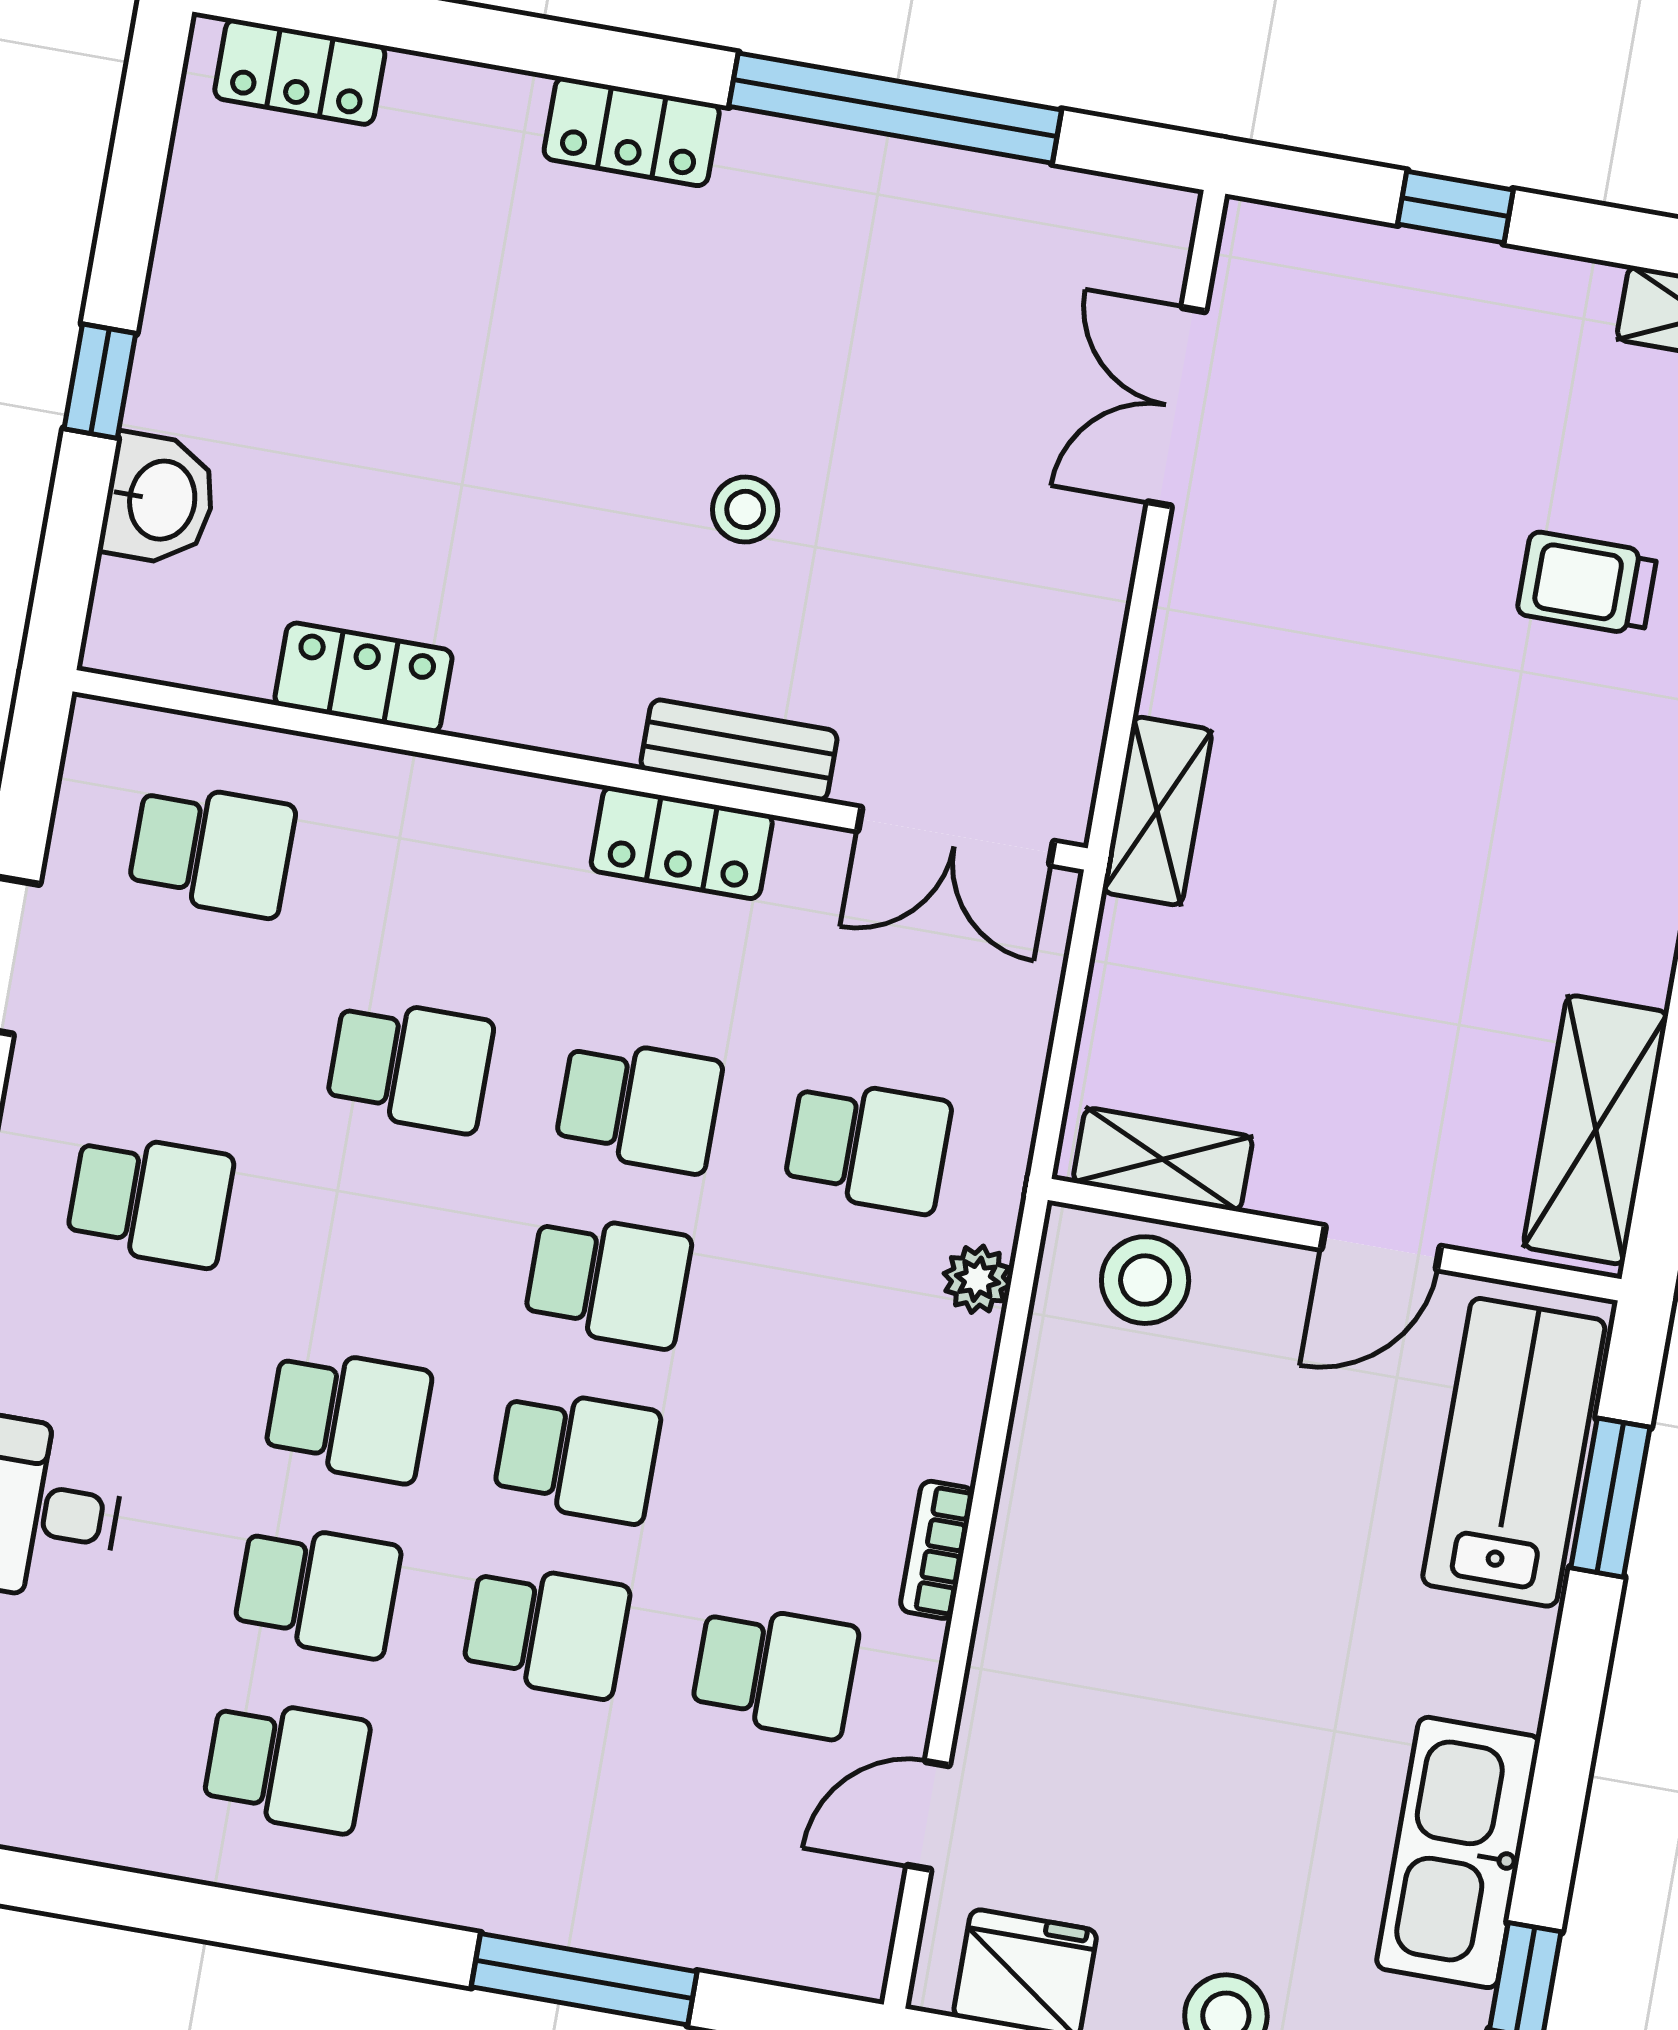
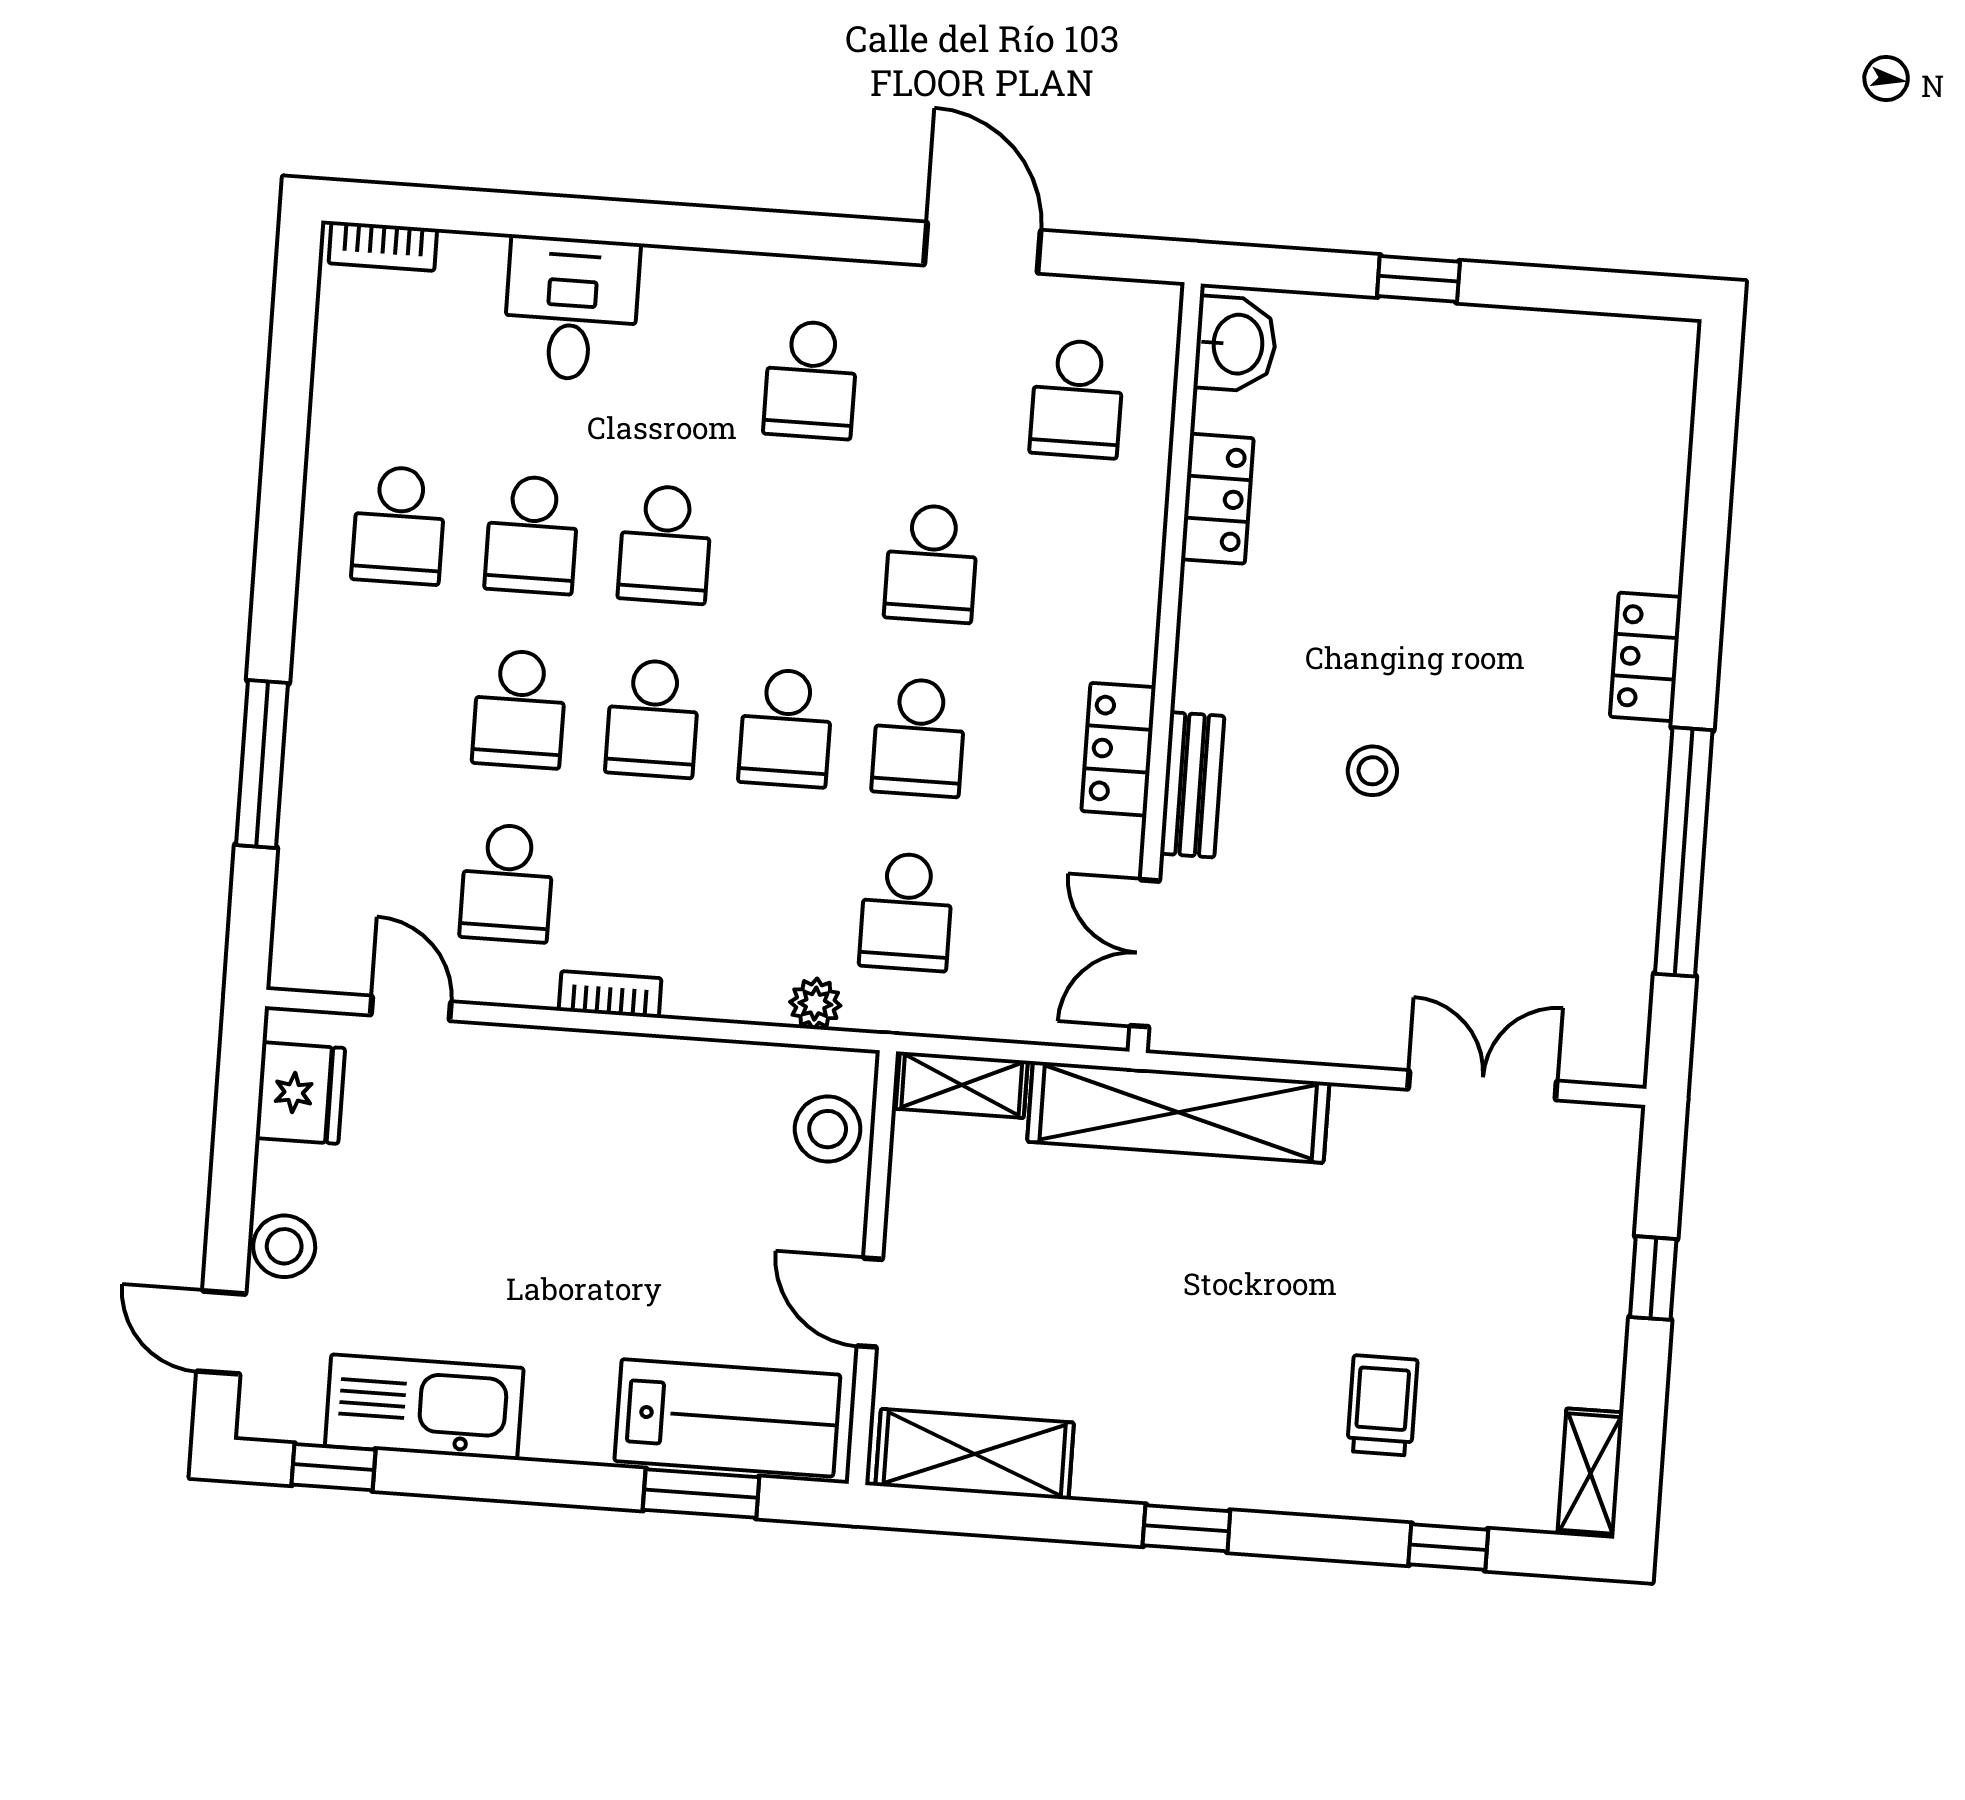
locker: (300, 72) -> (1665, 404), removed
washbasin: (159, 500) -> (1236, 344), moved, turned -90
shelving: (1157, 811) -> (1178, 1112), width x2.20, depth x1.33
shelving: (1163, 1159) -> (962, 1085), moved, turned 90

